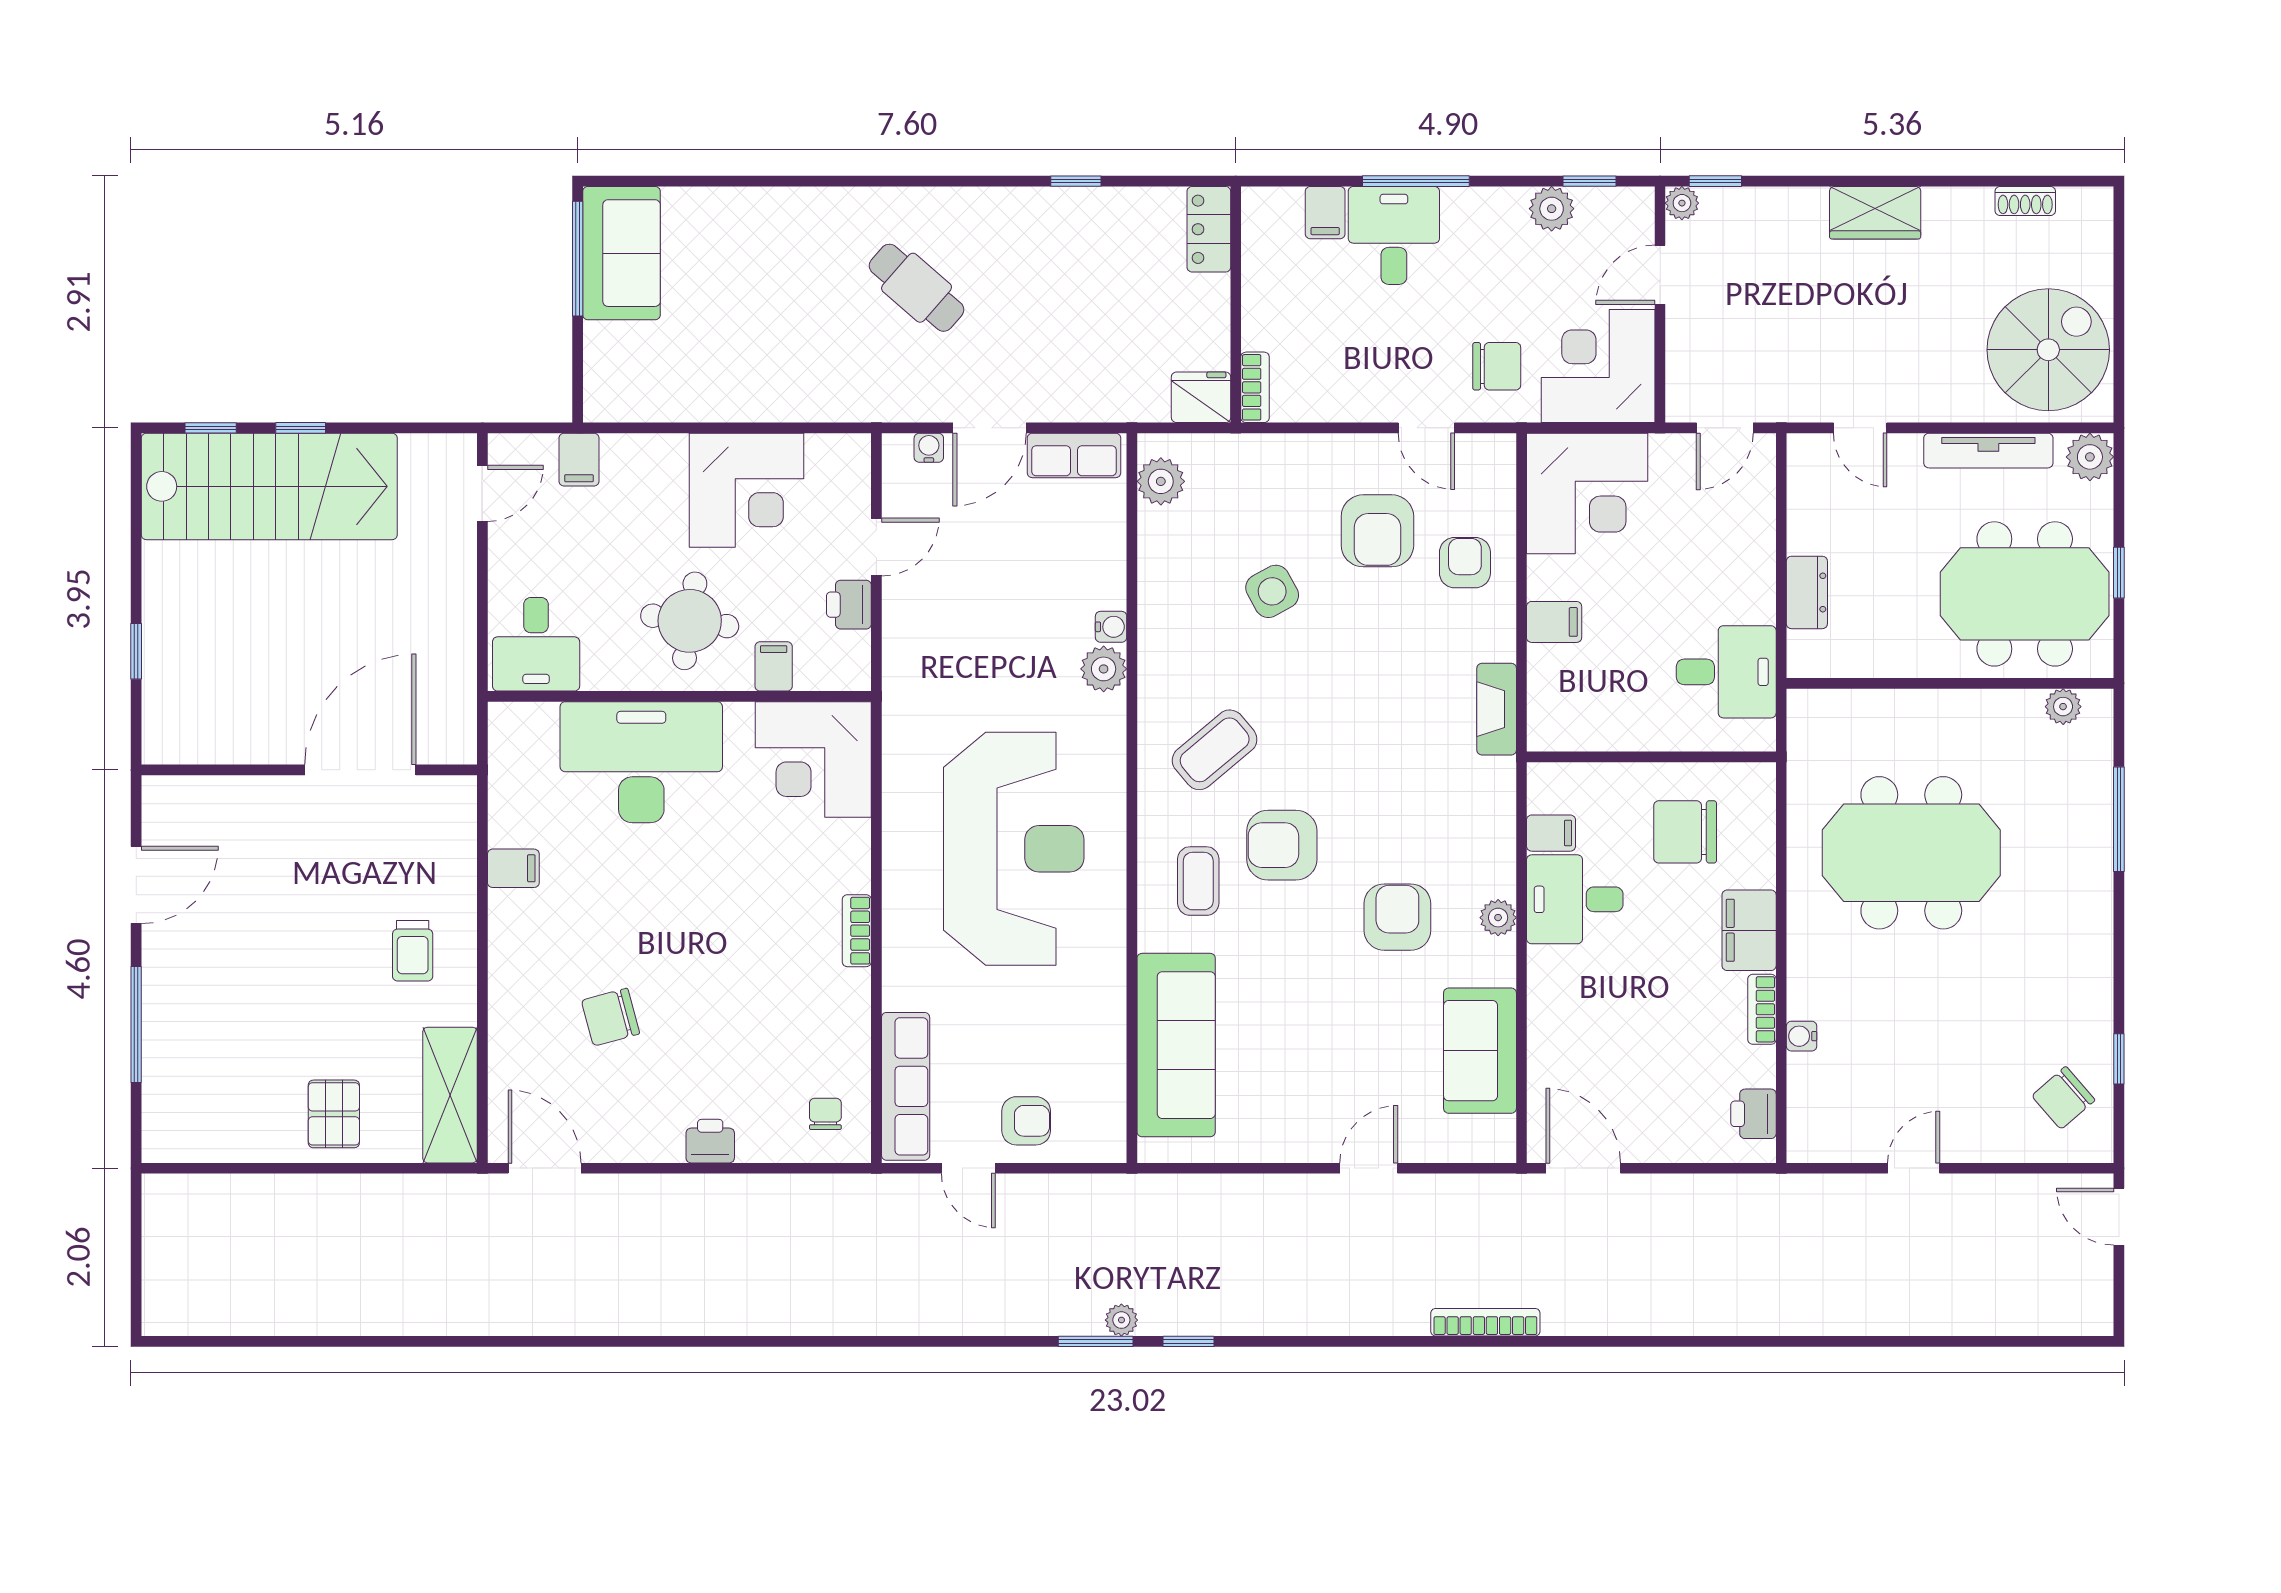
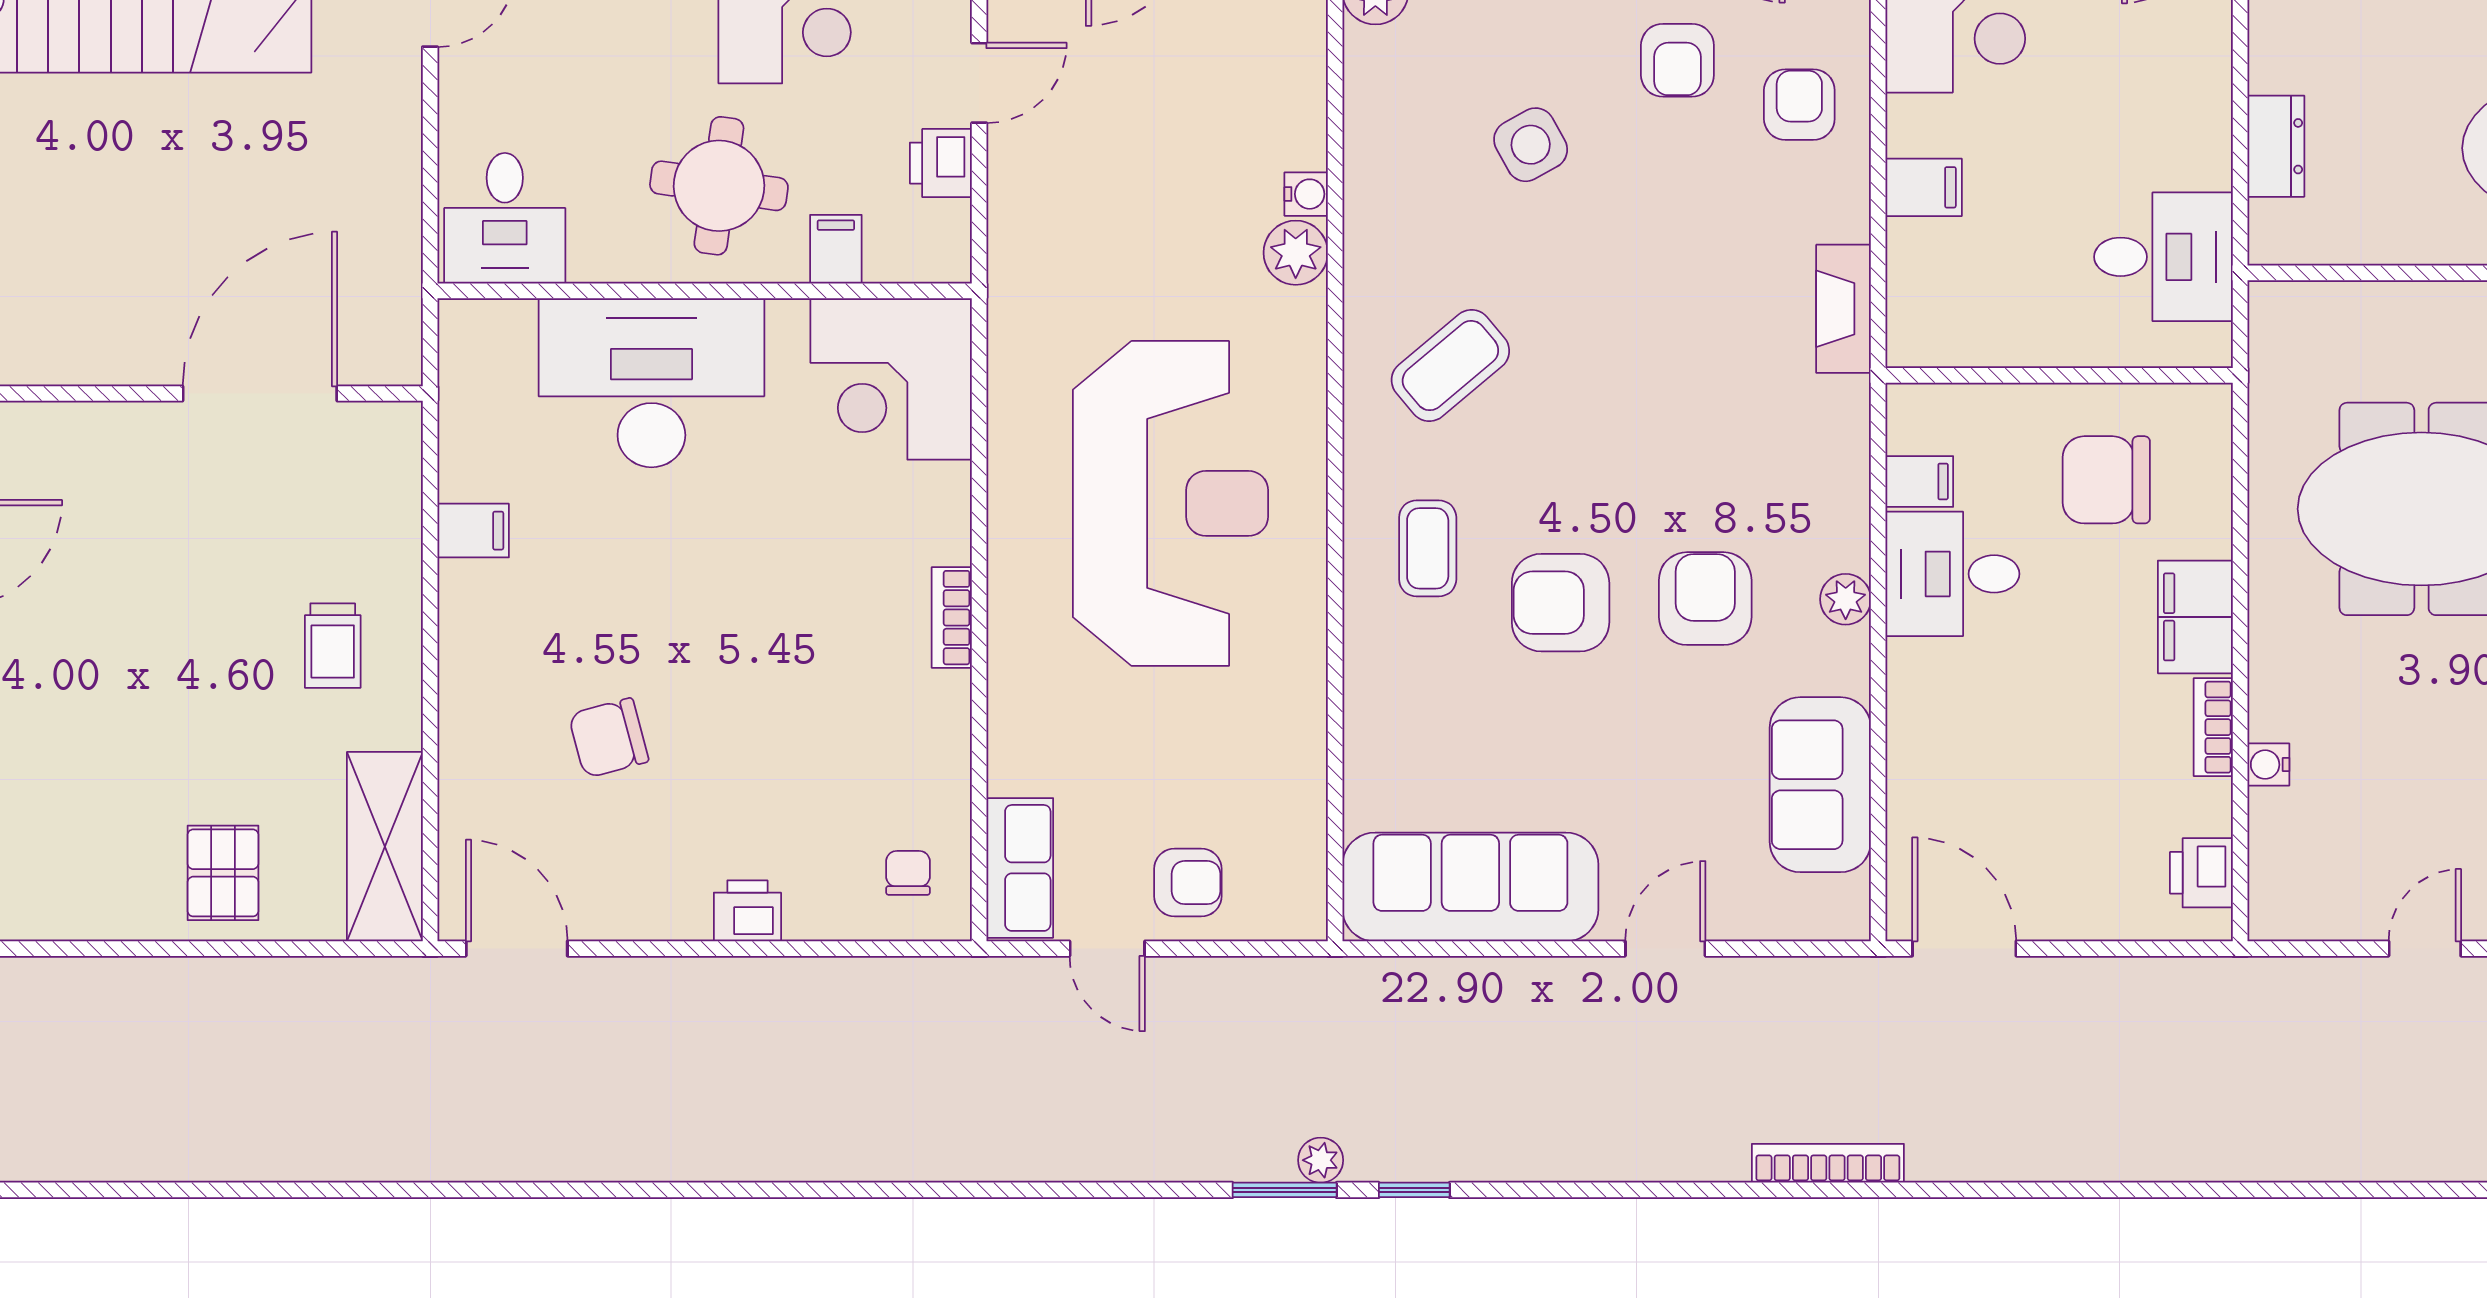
armchair: (1377, 531) -> (1677, 60), width x0.72, depth x0.72
armchair: (1282, 845) -> (1561, 603), moved
sofa: (1176, 1045) -> (1470, 887), moved, turned -90
row of seats: (906, 1086) -> (1020, 868), width x0.68

